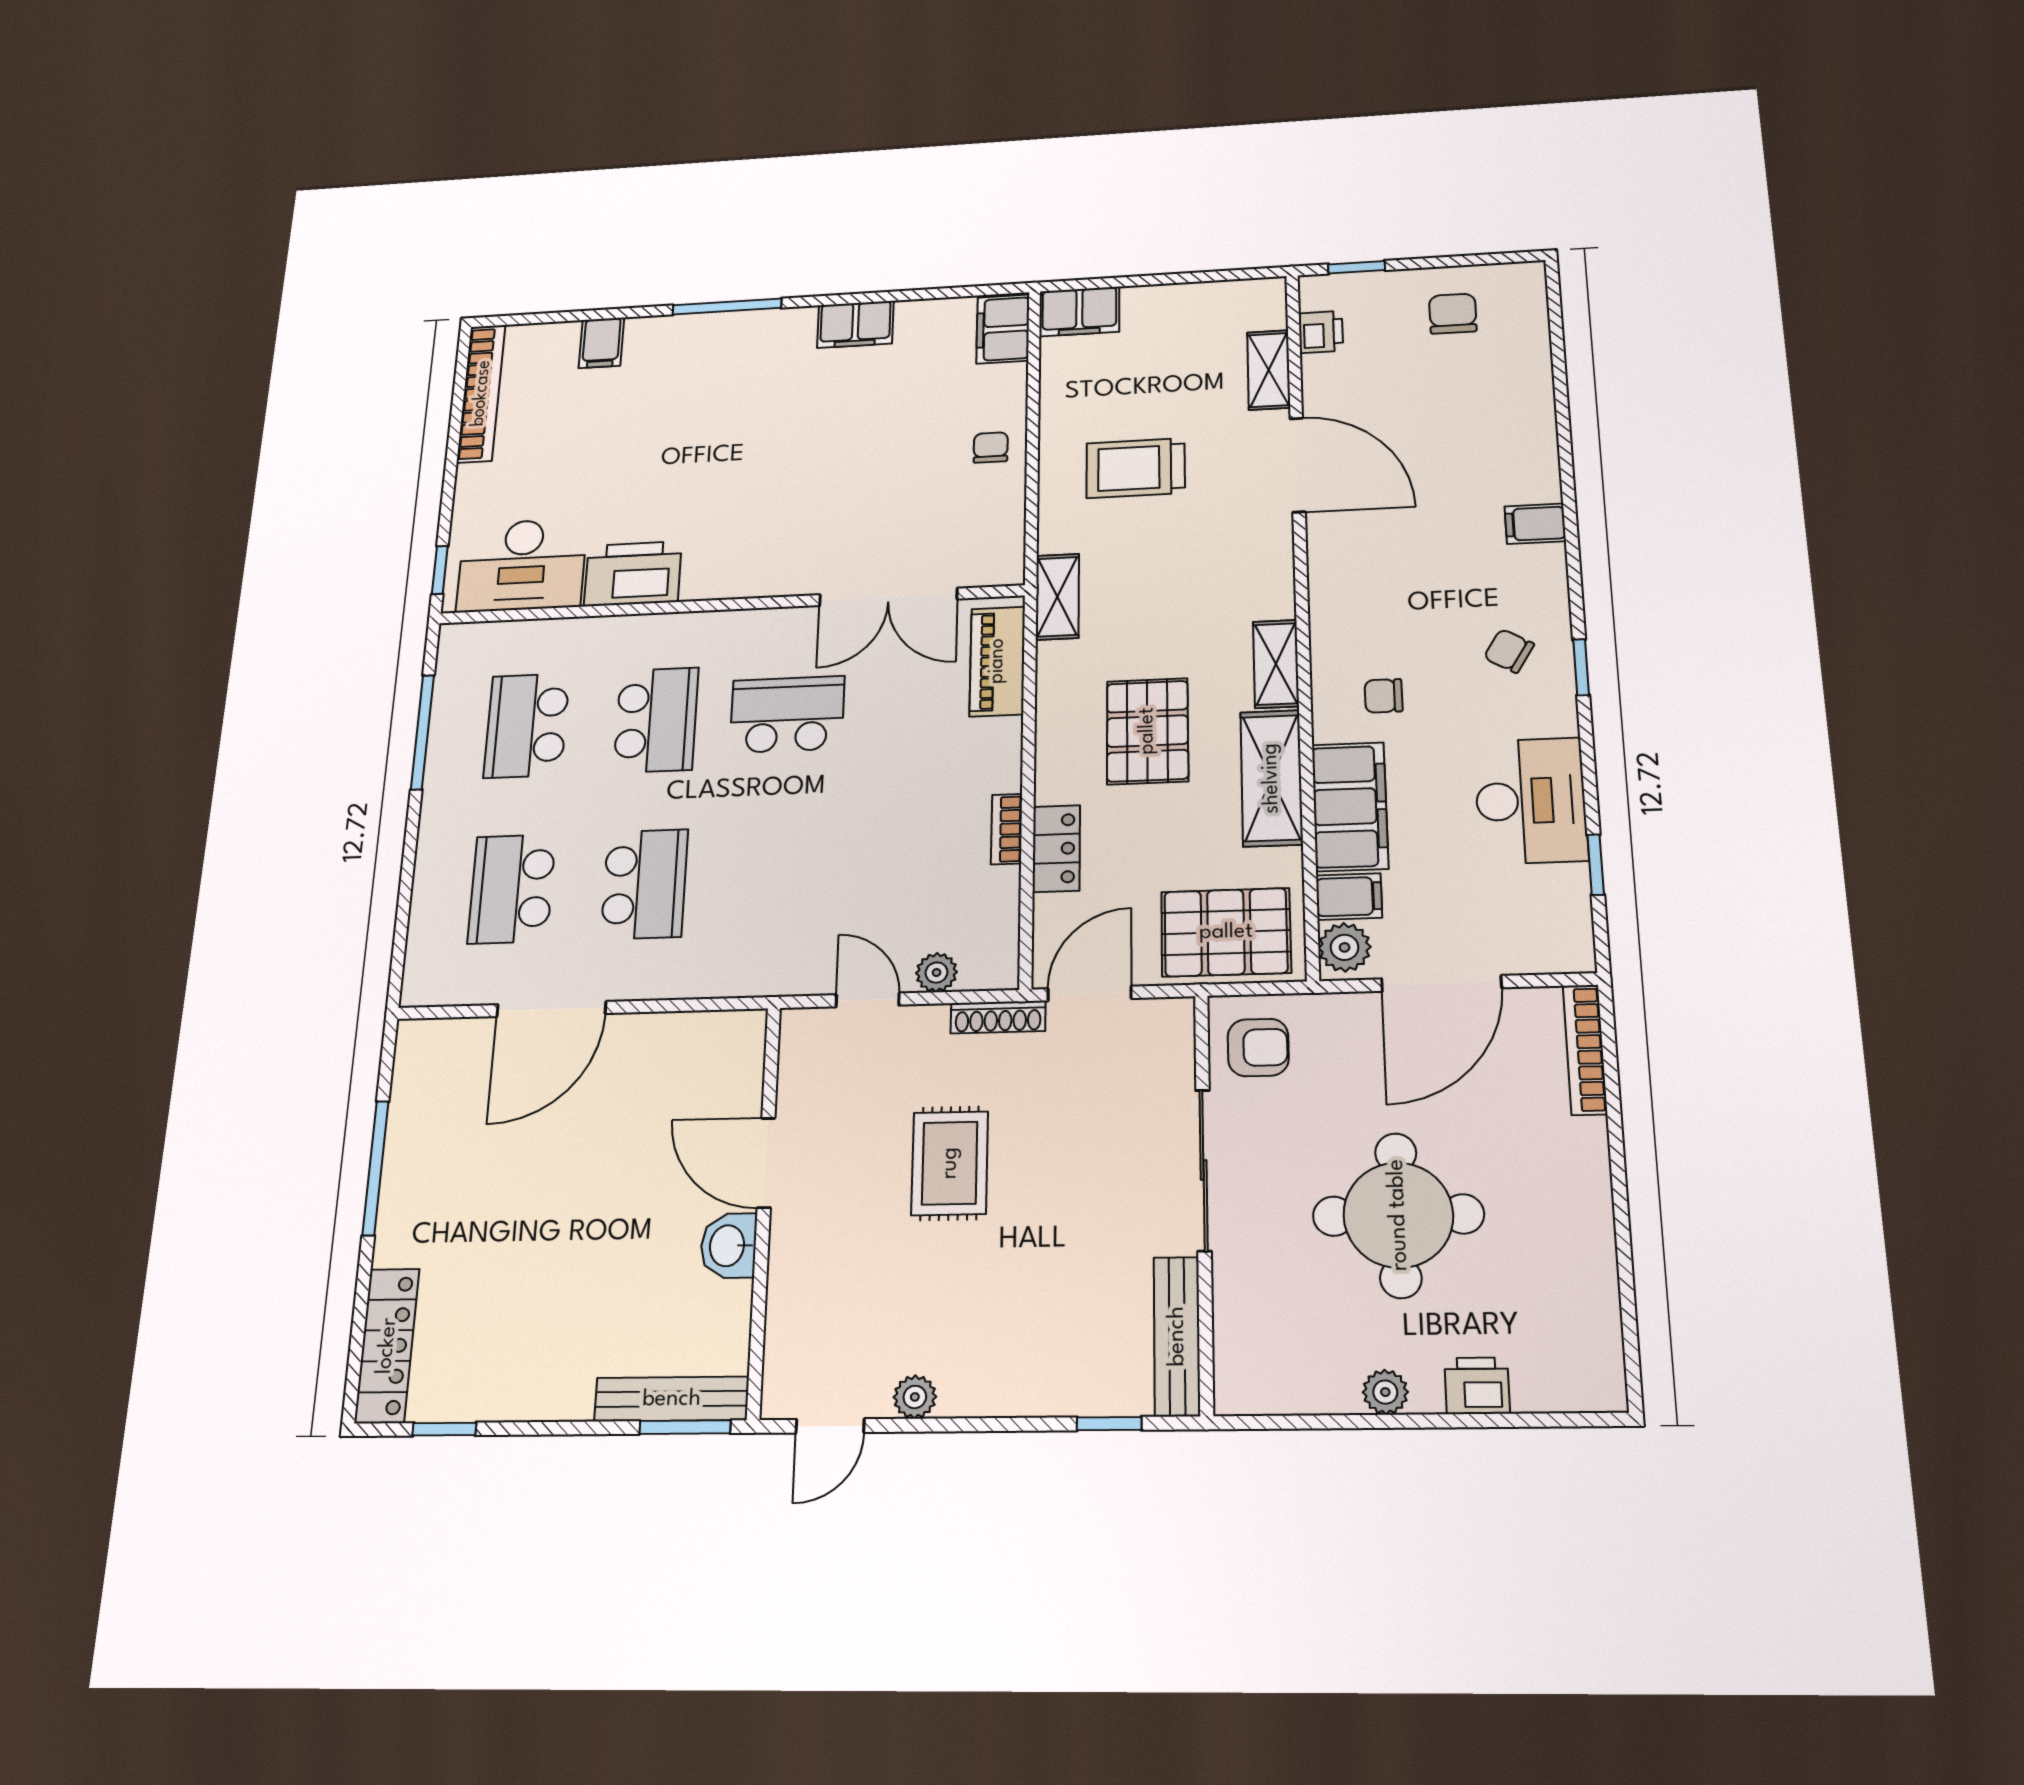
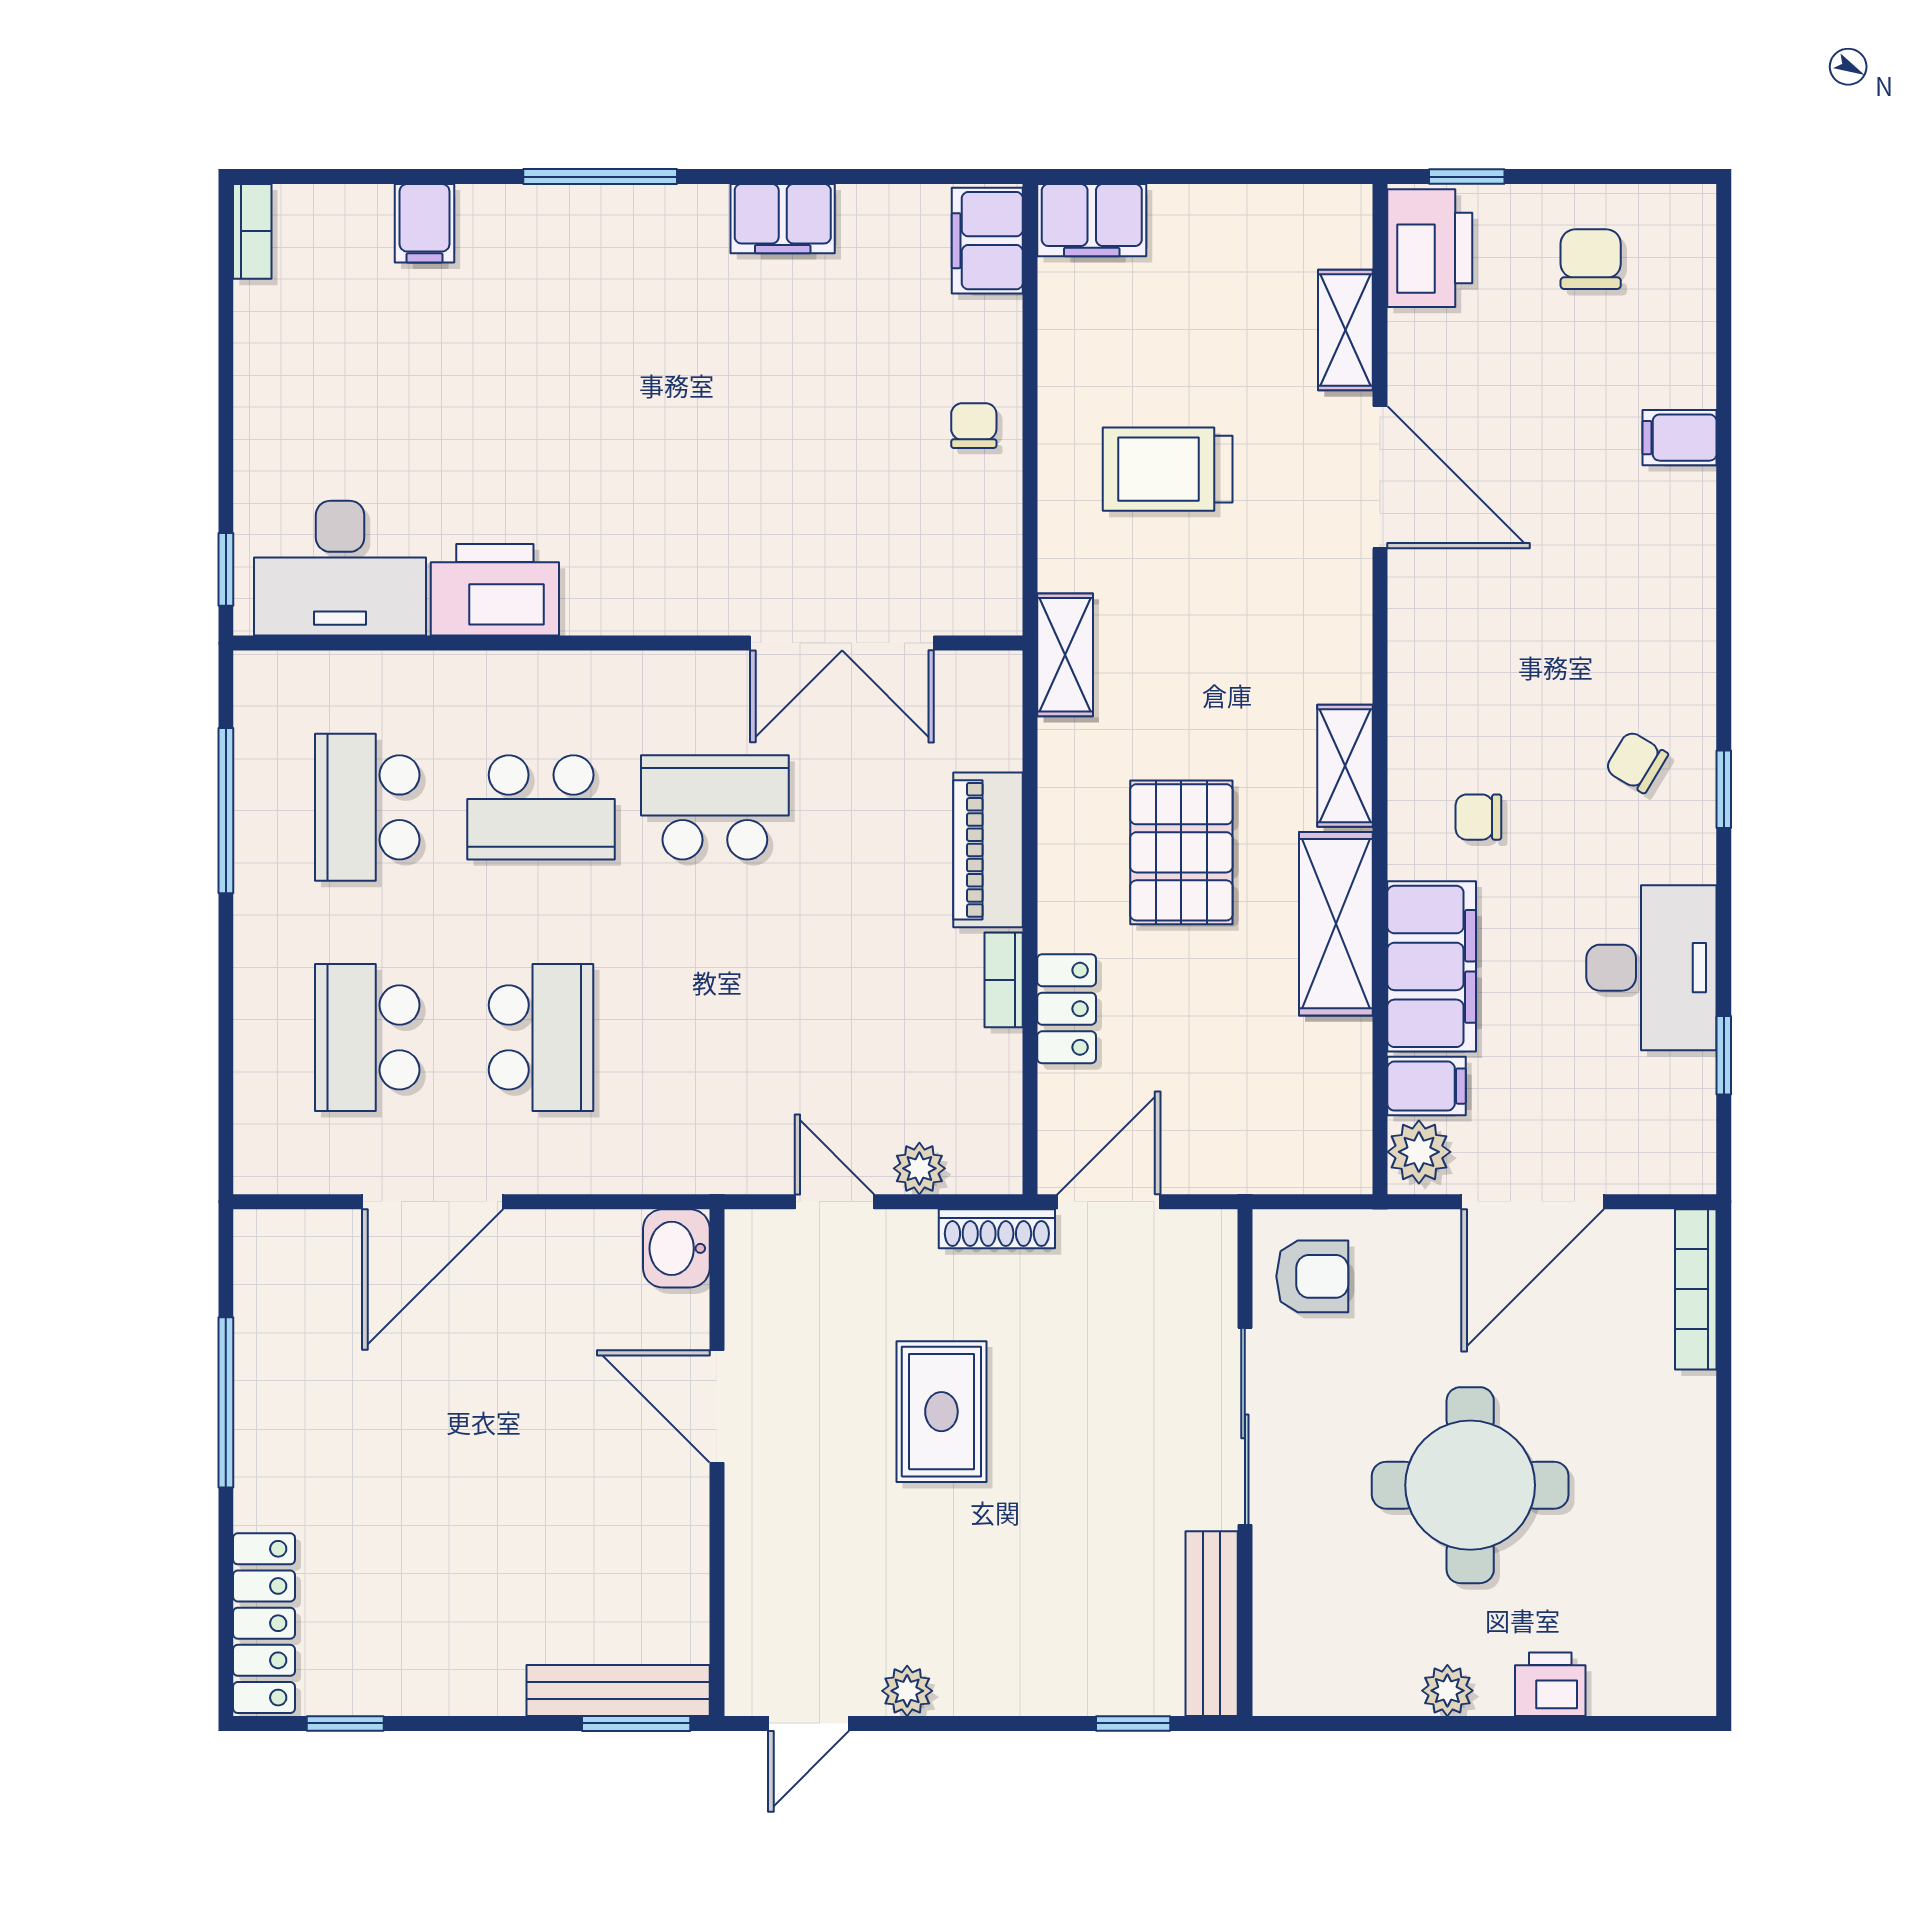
printer: (1321, 332) -> (1430, 248), width x1.87, depth x1.48
bookcase: (481, 393) -> (252, 231), width x0.43, depth x0.76
filing cabinet: (1535, 524) -> (1679, 438), moved
piano: (997, 661) -> (988, 850), moved
school desk: (656, 720) -> (541, 807), turned 90
pallet: (1226, 932) -> (1276, 1127), removed
washbasin: (729, 1246) -> (676, 1248), moved

